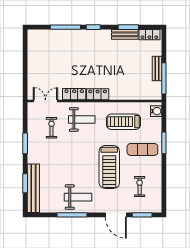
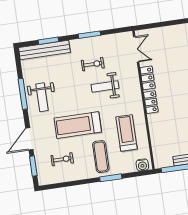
weight bench: (82, 119) -> (105, 86), moved, turned 90
exercise bike: (52, 128) -> (93, 64), moved

